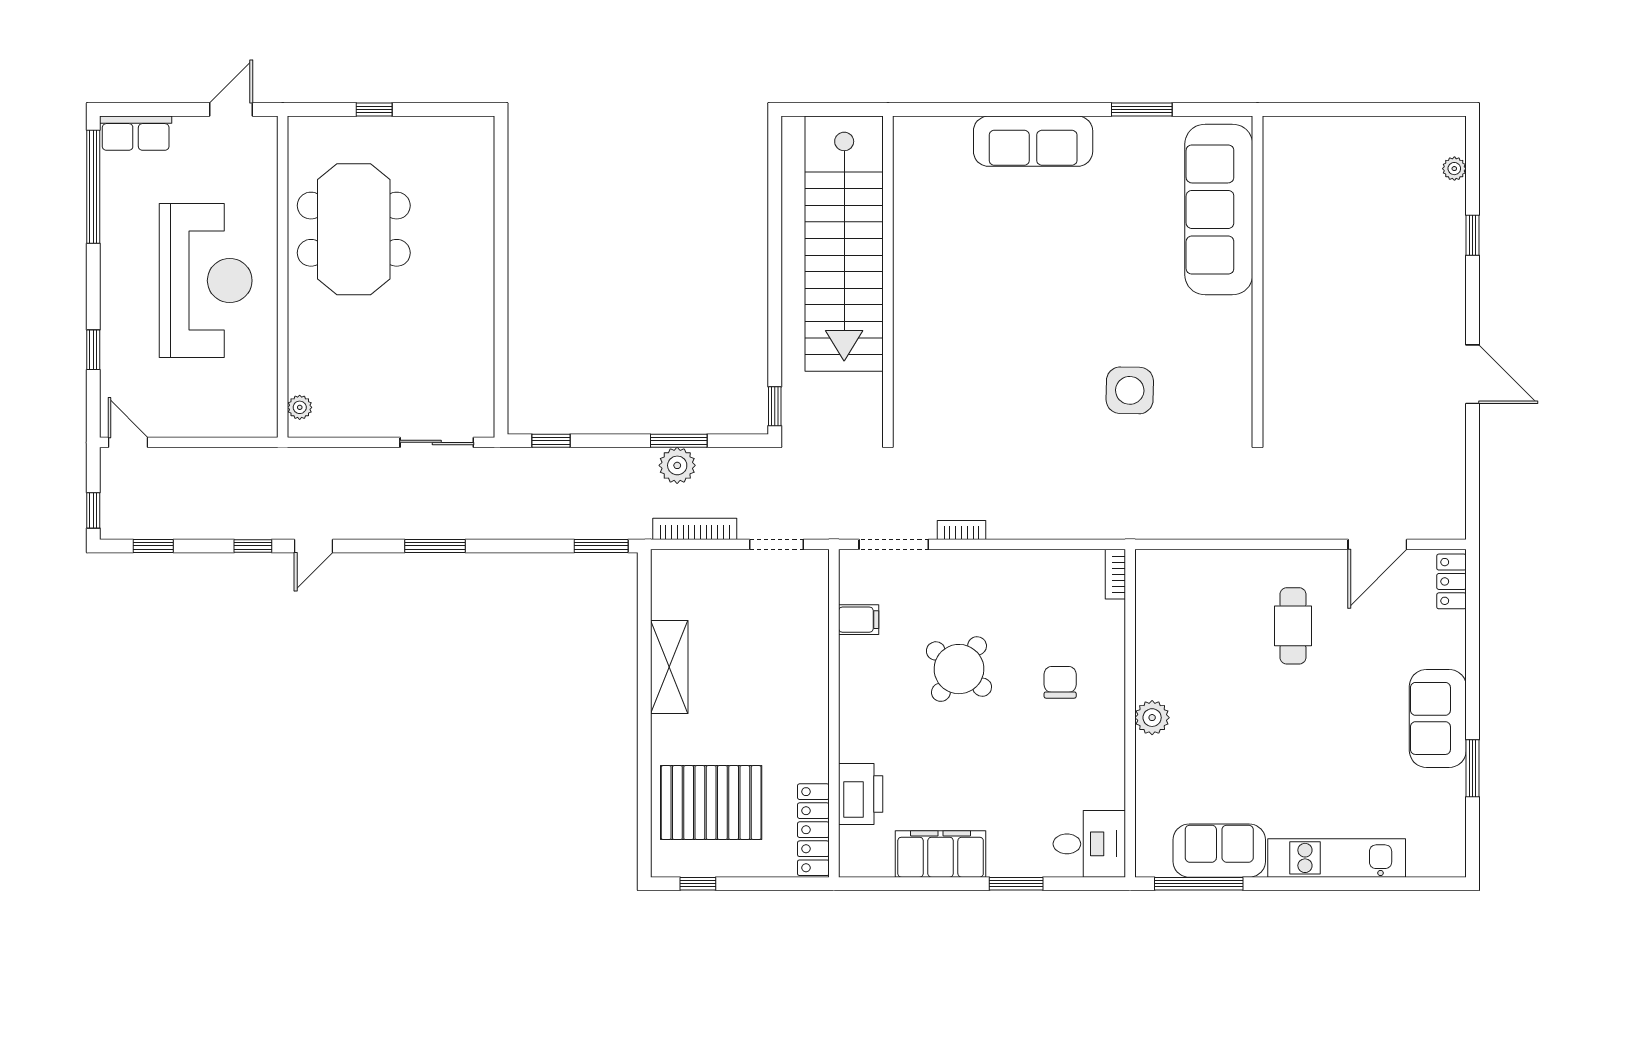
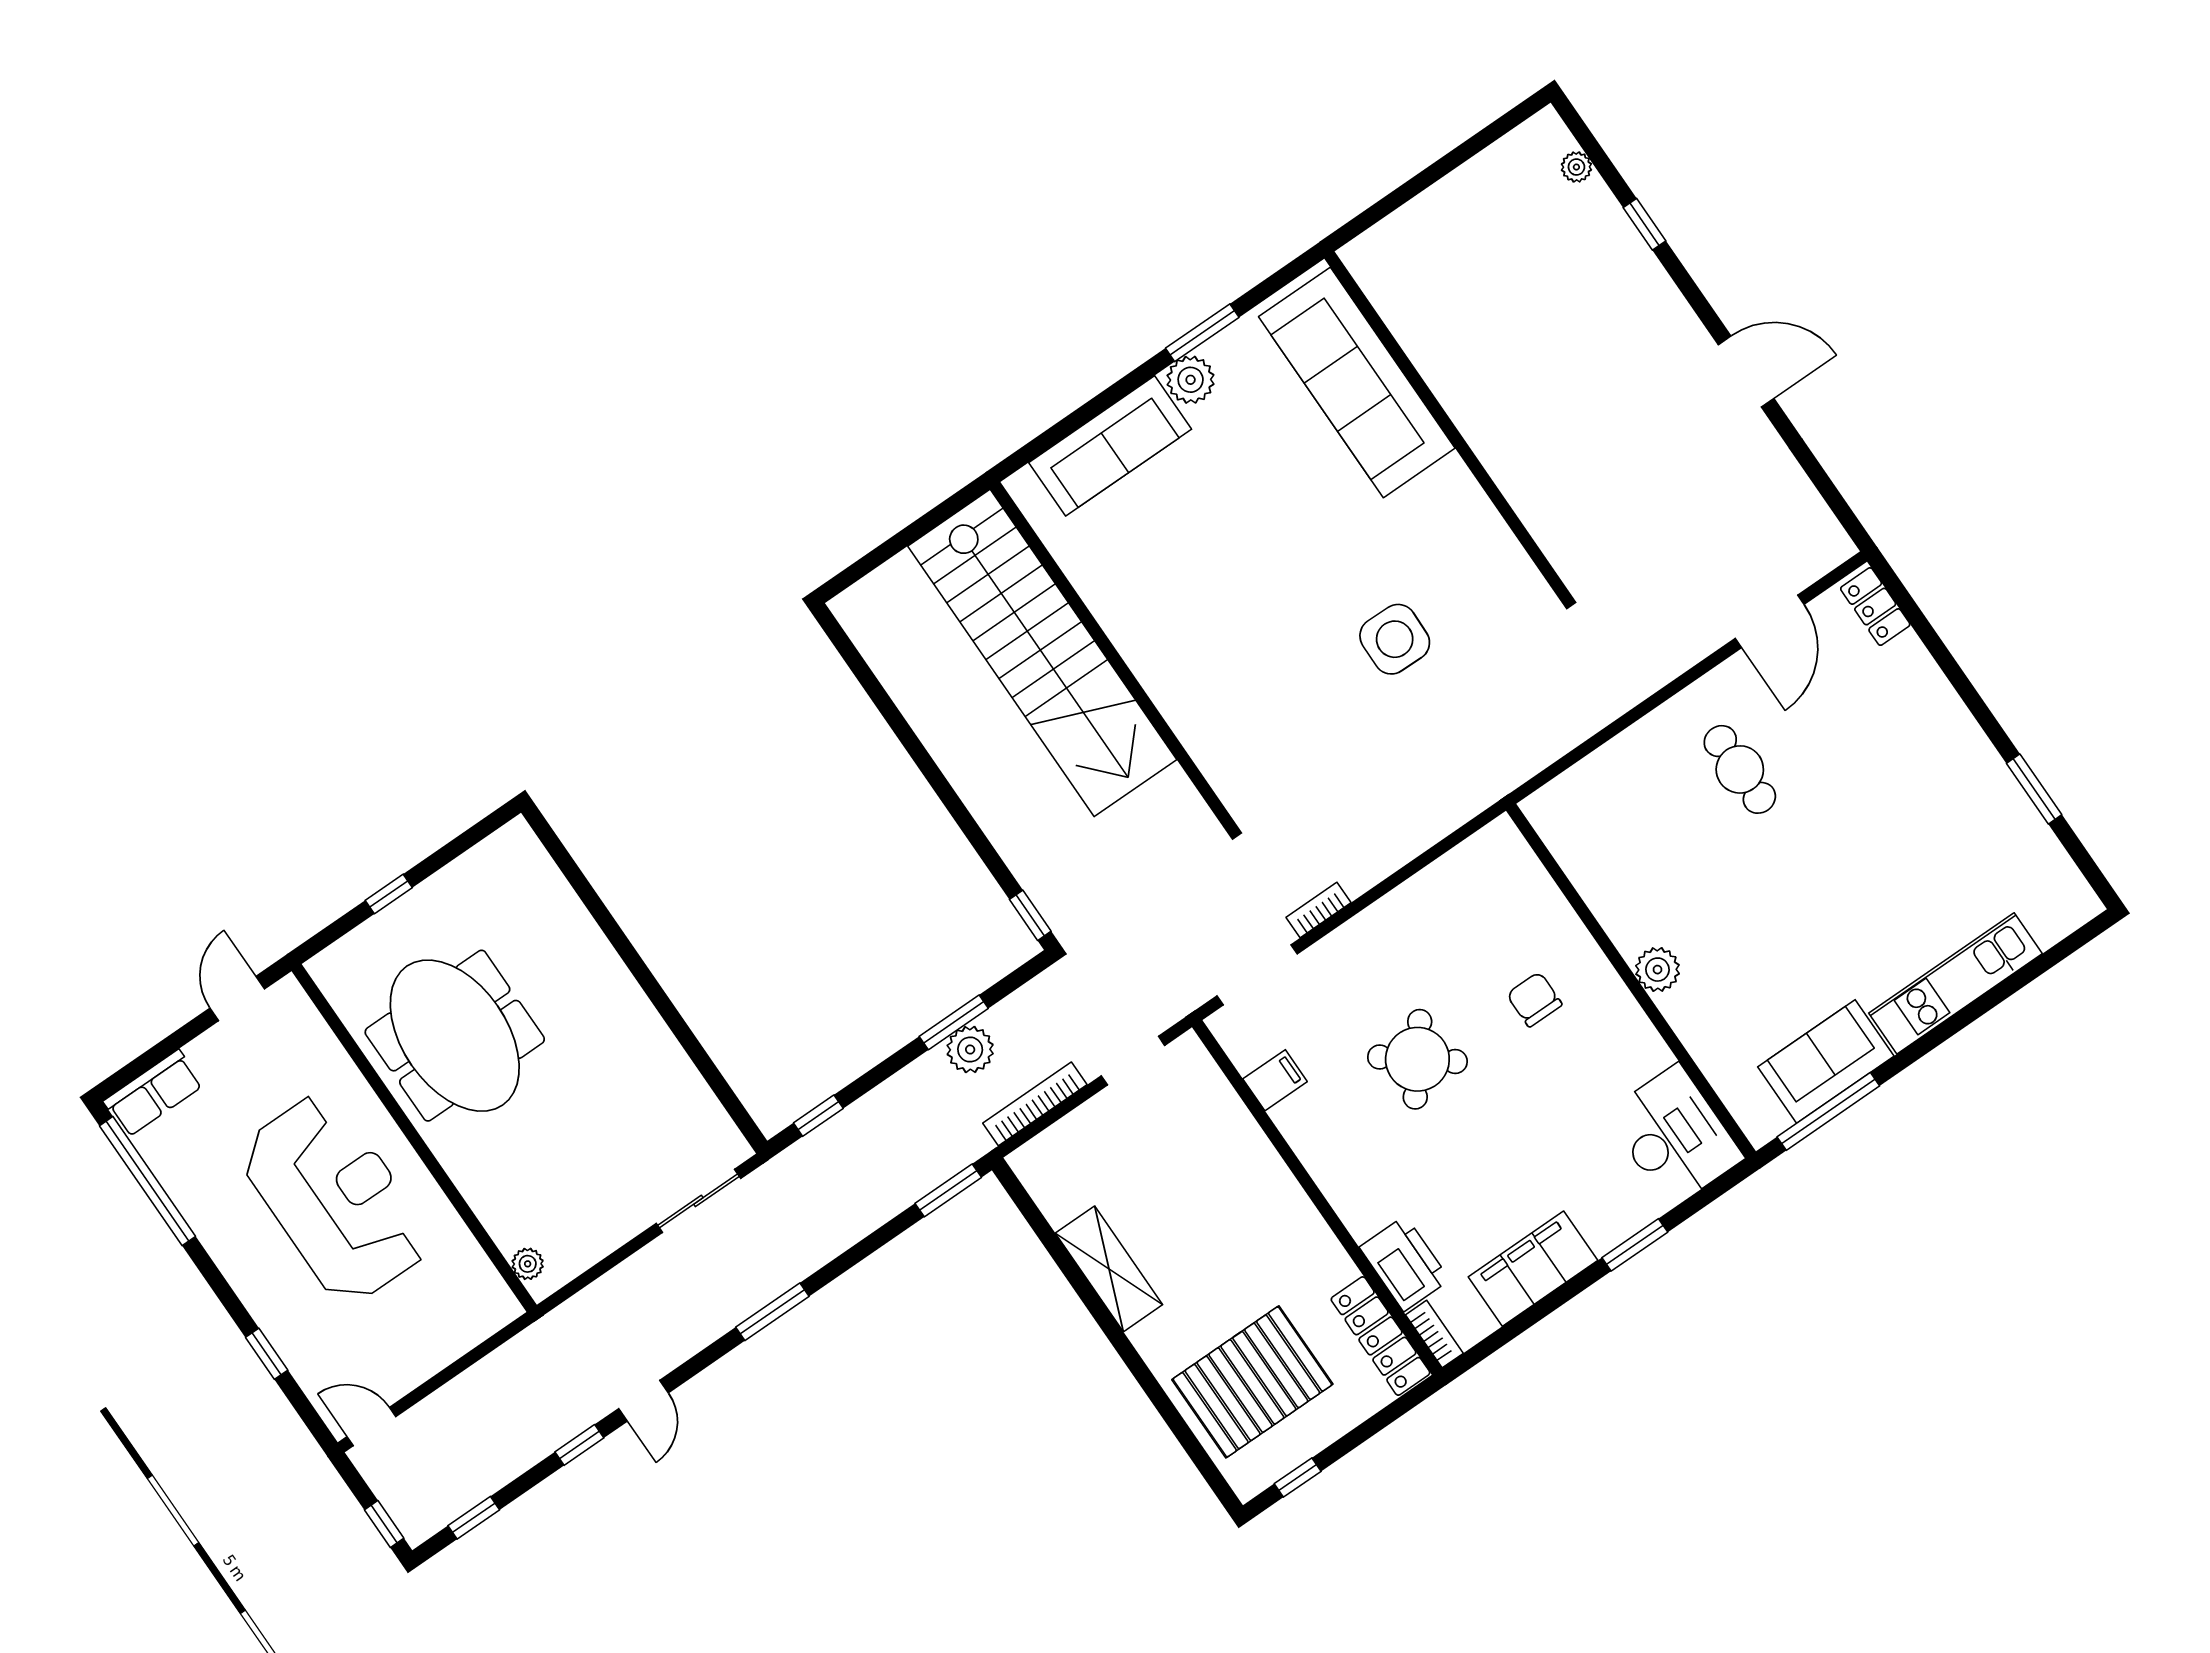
plant: (1114, 134) -> (1191, 380), added
stairs: (844, 244) -> (1042, 653), moved
wall: (888, 277) -> (1113, 656), moved
bookcase: (1115, 574) -> (1434, 1334), moved, turned 180
sofa: (1438, 718) -> (1961, 762), removed
desk: (1089, 844) -> (1674, 1136), width x1.37

